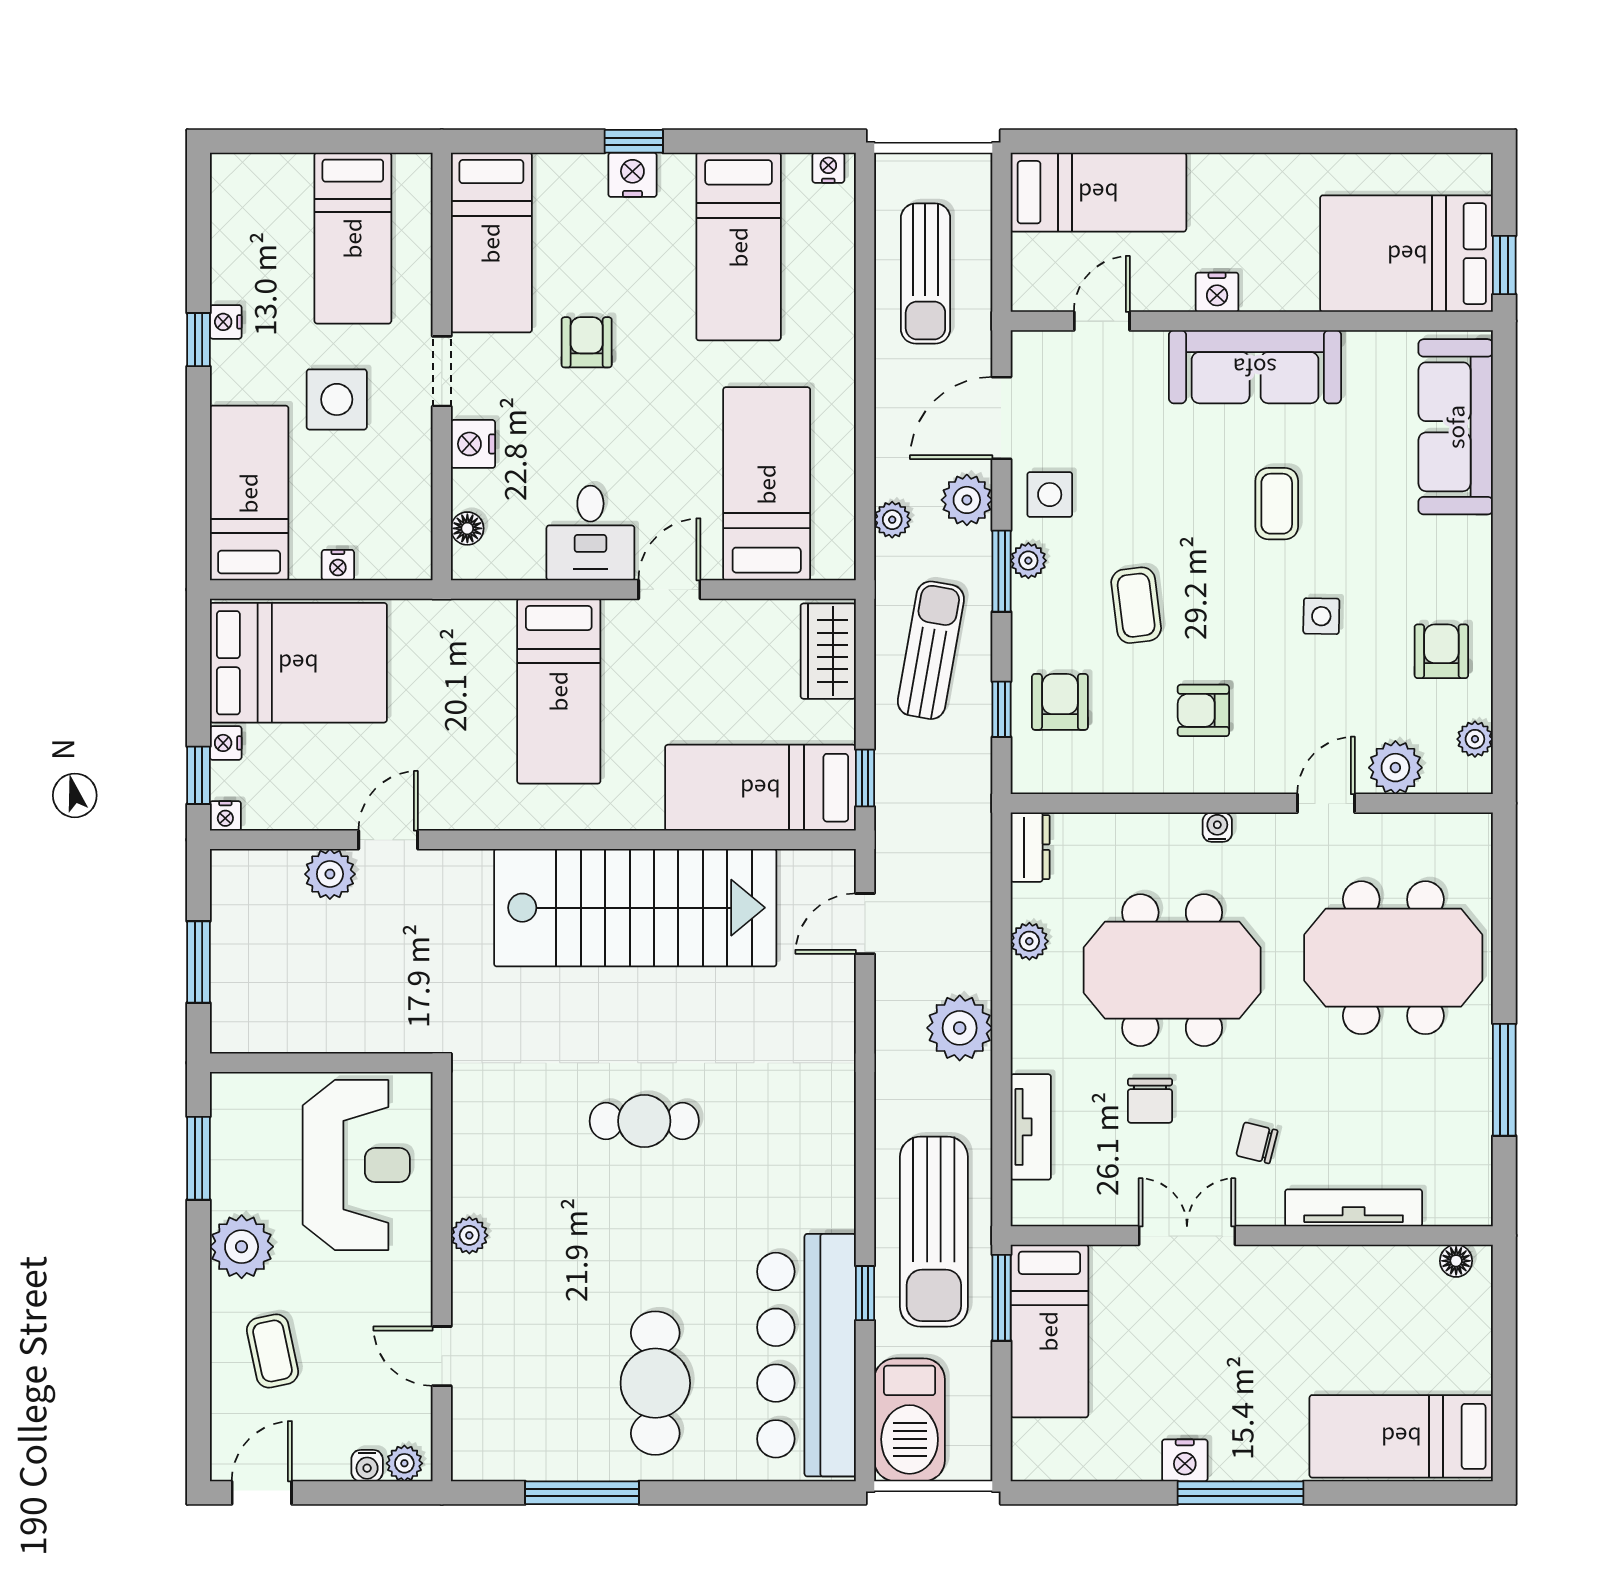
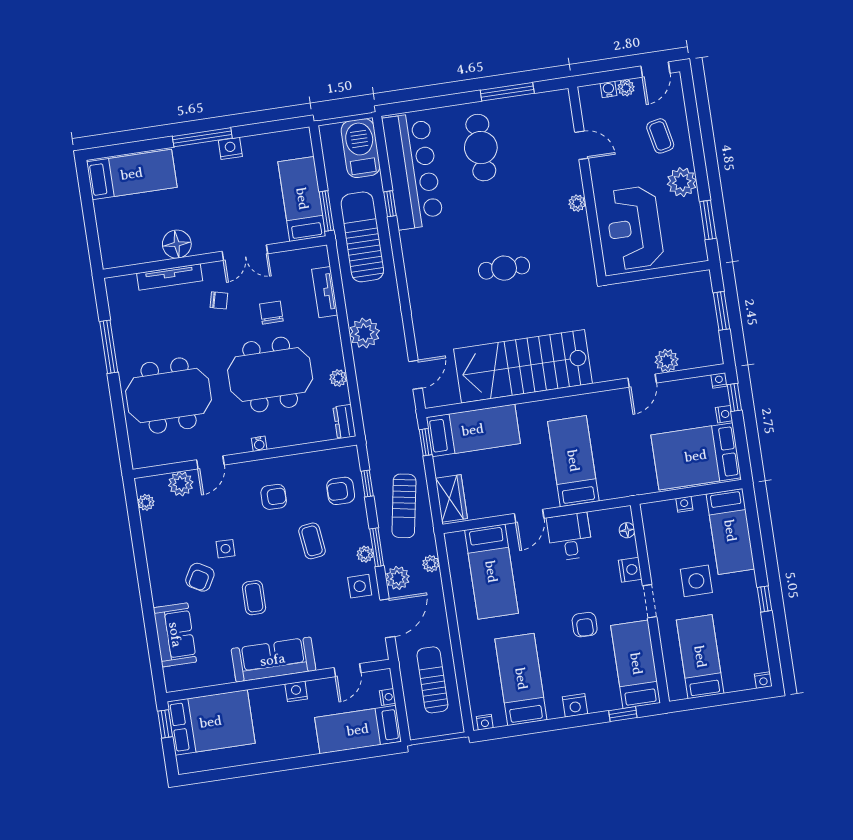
window: (634, 141) -> (623, 714), moved
nightstand: (1026, 252) -> (388, 697), added
nightstand: (226, 322) -> (763, 680), moved, turned 90
sofa: (1456, 427) -> (175, 635), width x0.73
armchair: (1441, 651) -> (200, 577), moved, turned 30
armchair: (1060, 702) -> (341, 491), turned 90
floor lamp: (1456, 1261) -> (177, 244), moved, width x1.89, depth x1.89
plant: (404, 1463) -> (626, 88), moved

